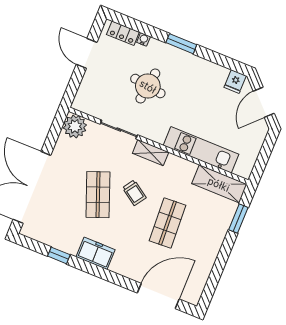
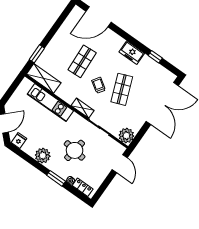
window: (181, 44) -> (56, 178), moved
door: (87, 53) -> (120, 164), moved
plant: (194, 67) -> (43, 156), added

